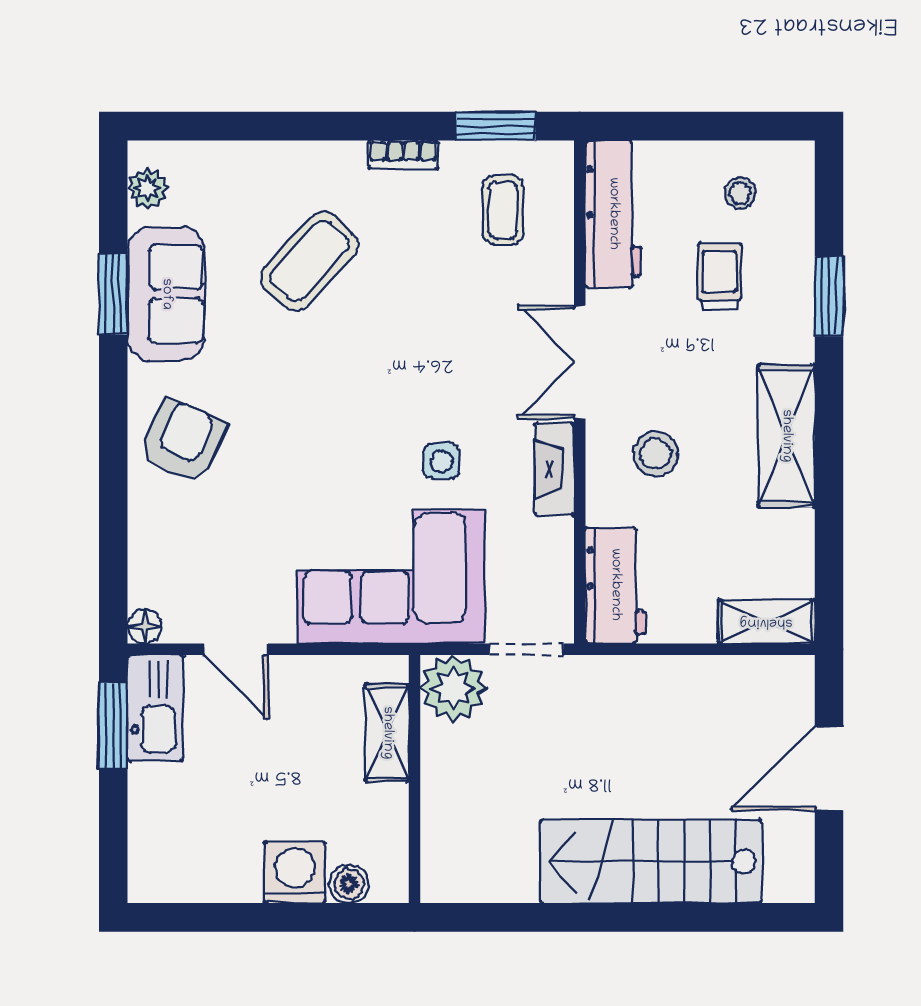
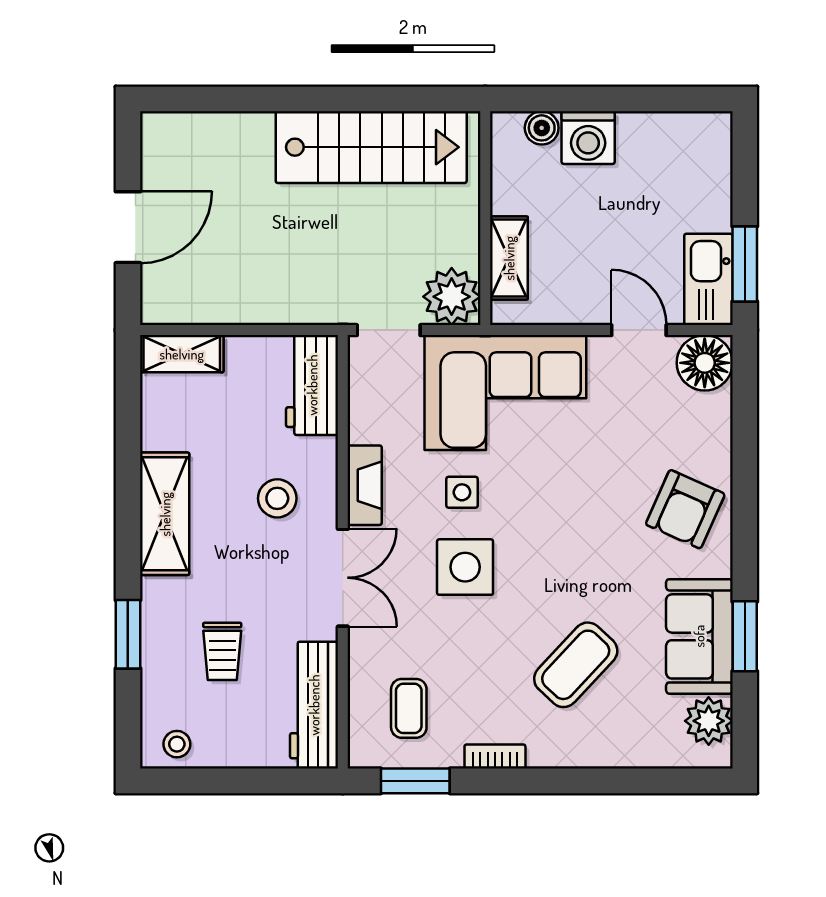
plant: (148, 188) -> (709, 721), width x1.38, depth x1.38
stool: (740, 193) -> (177, 744), moved
side table: (438, 374) -> (465, 567), added
floor lamp: (145, 626) -> (705, 363), width x1.89, depth x1.89
stairs: (651, 861) -> (371, 147), moved

